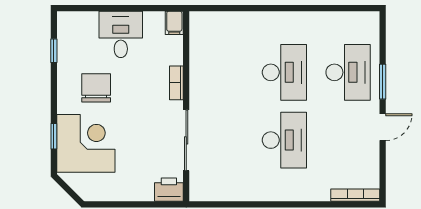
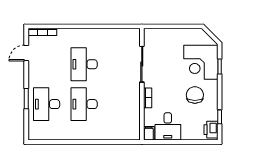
desk: (121, 34) -> (168, 126), moved
chair: (96, 88) -> (195, 95), turned 180
door: (383, 127) -> (26, 53), moved
printer: (169, 190) -> (211, 130), moved, turned 90

